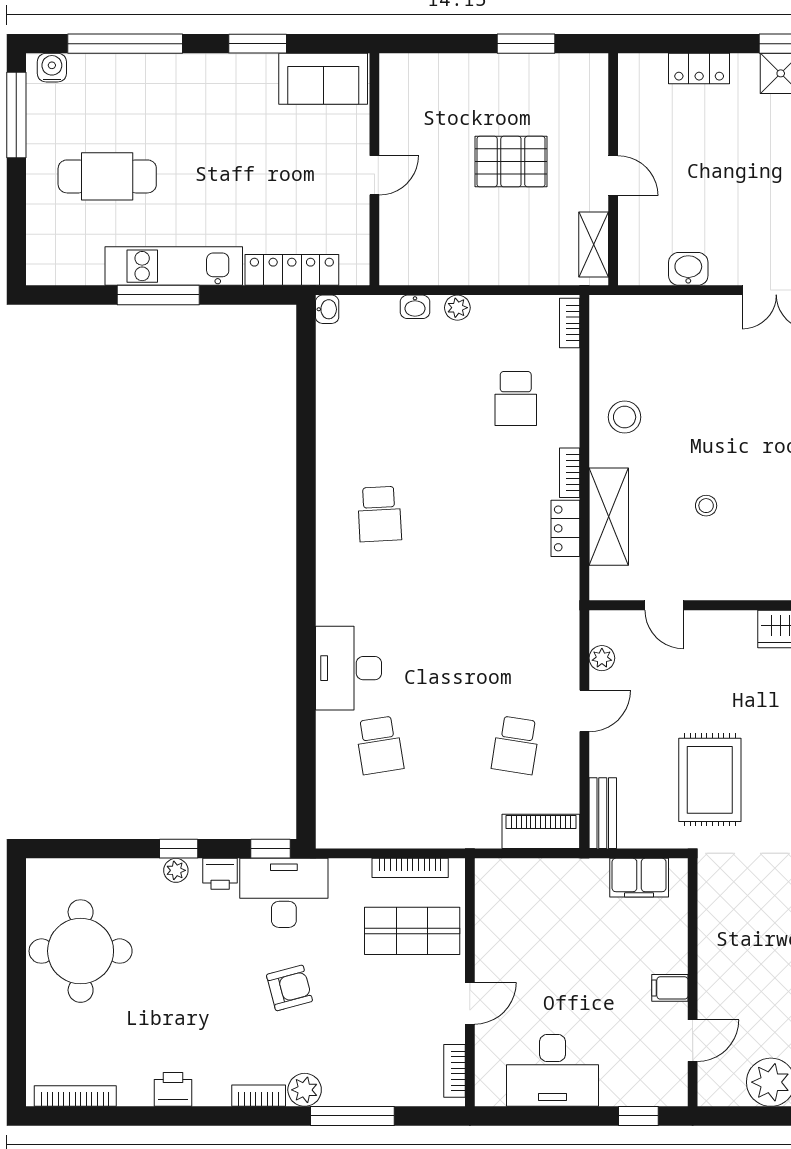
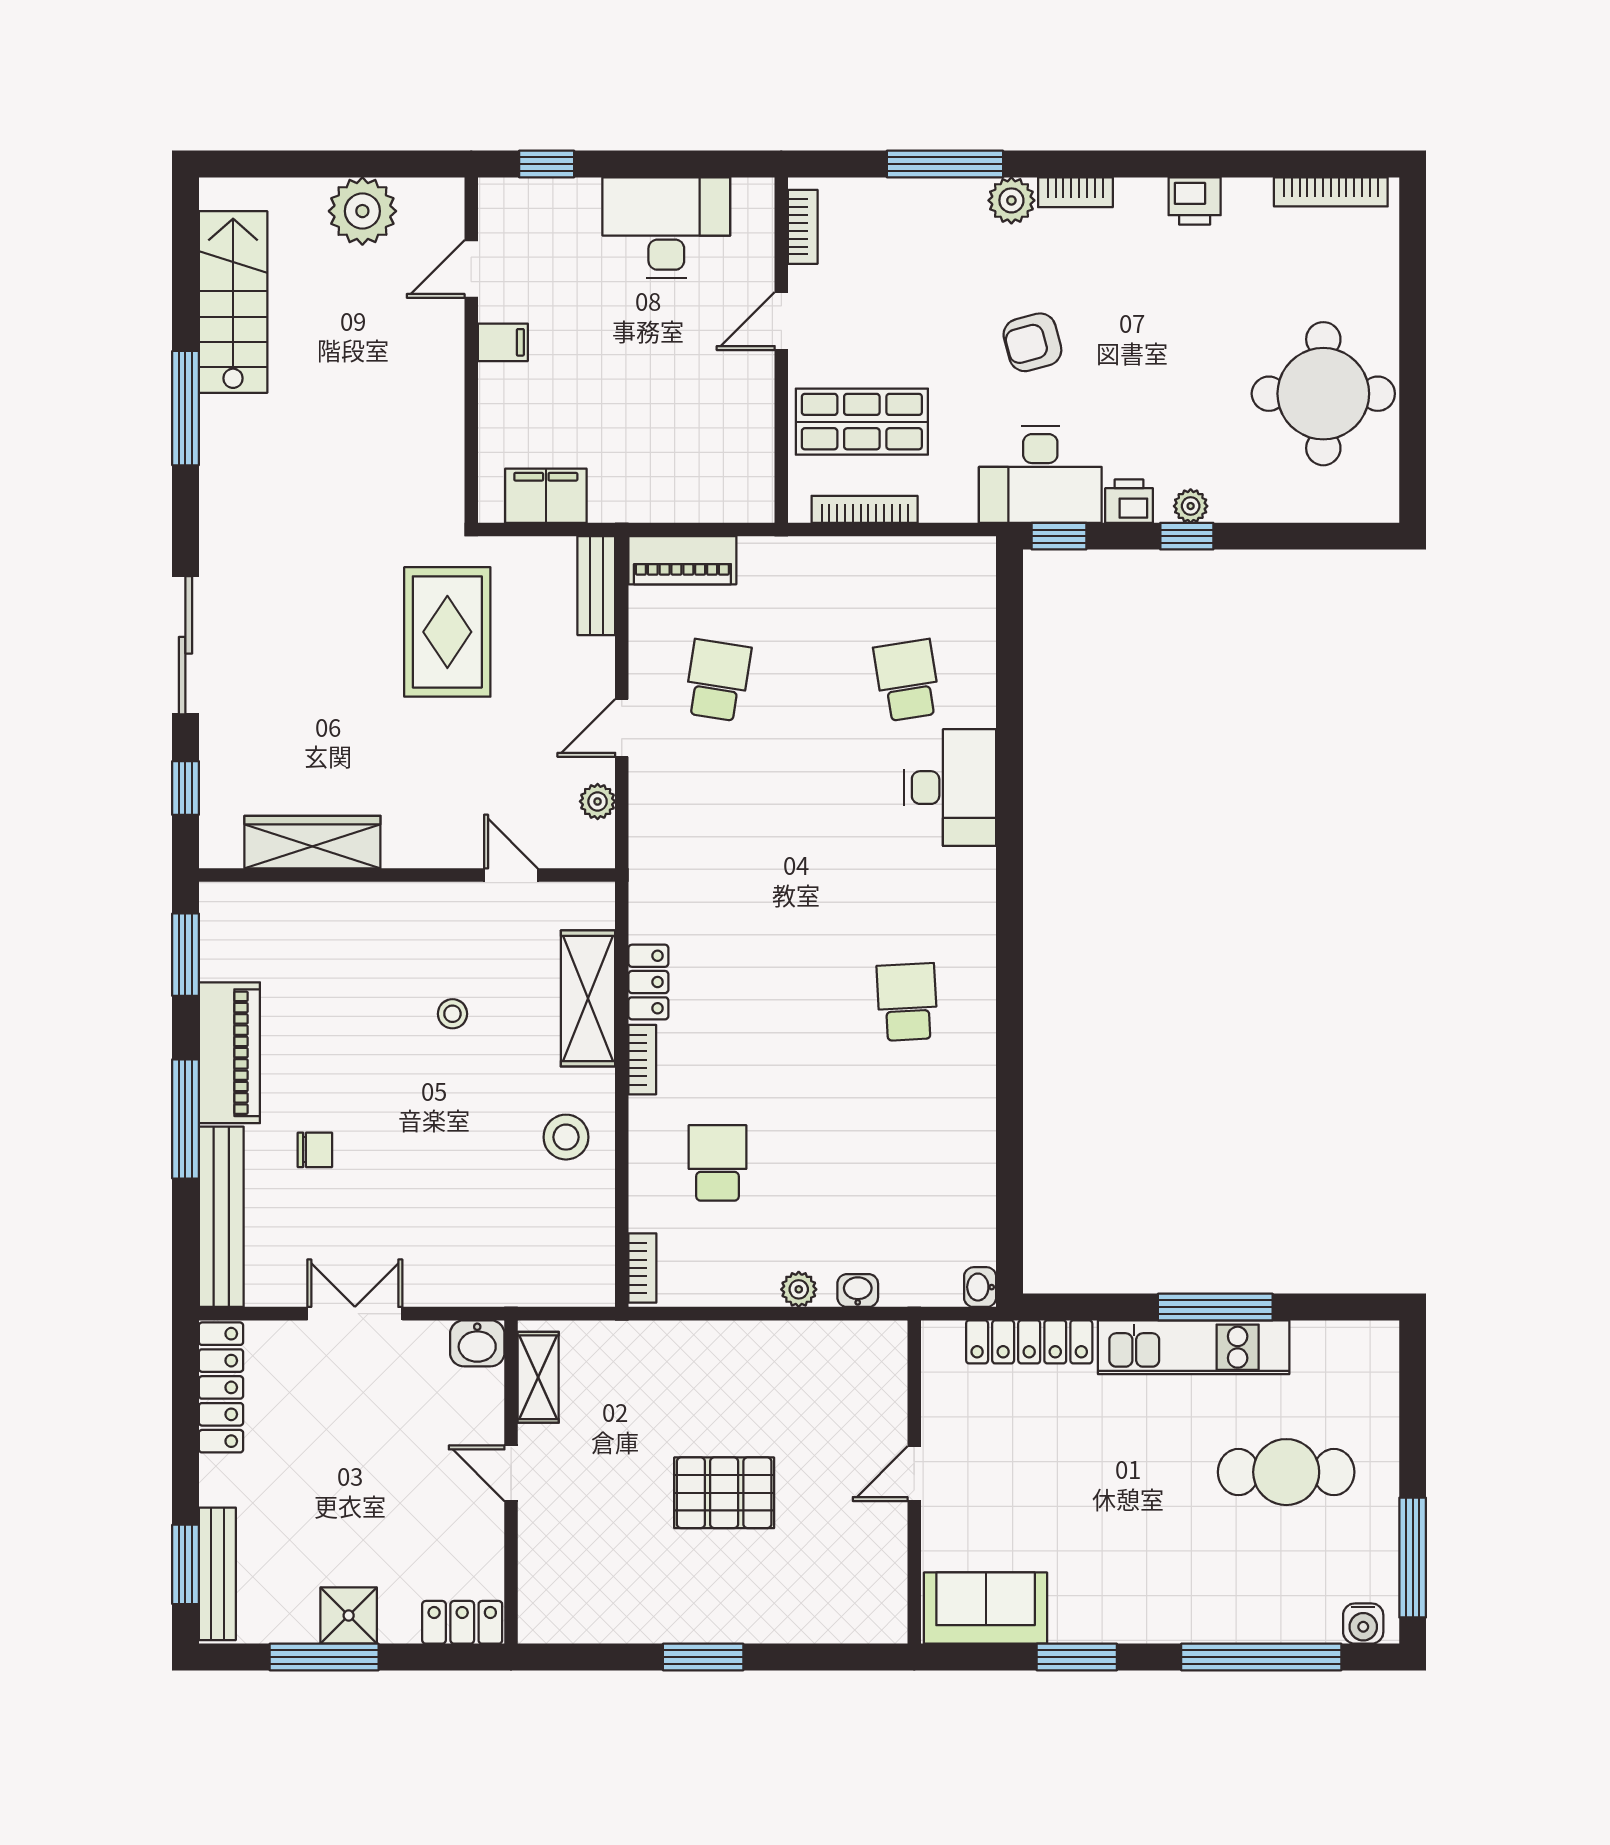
wall: (613, 169) -> (511, 1482), moved
door: (613, 176) -> (511, 1473), moved
shelving: (594, 245) -> (538, 1377), moved

